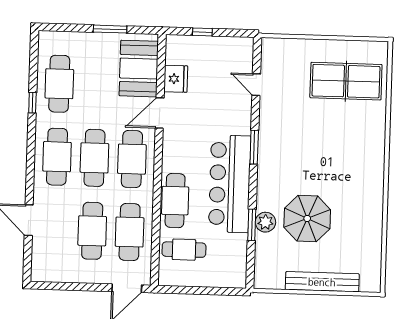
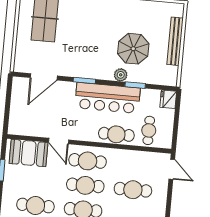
window: (202, 32) -> (7, 110), removed
fridge: (176, 79) -> (168, 99), moved, turned -90
door: (256, 85) -> (44, 77), width x1.88
plant: (265, 222) -> (121, 75), moved
cafe table: (130, 232) -> (135, 165), removed

